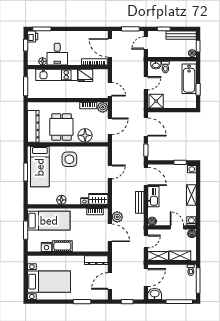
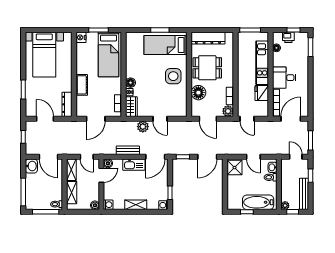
printer: (33, 37) -> (288, 37), moved
desk: (57, 54) -> (284, 78), moved
door: (110, 89) -> (247, 119), hinge flipped
floor lamp: (61, 200) -> (131, 83), moved
plant: (117, 217) -> (143, 127), moved
door: (177, 227) -> (101, 175), moved
cot: (62, 246) -> (82, 85), moved
nightstand: (46, 247) -> (81, 37), moved

